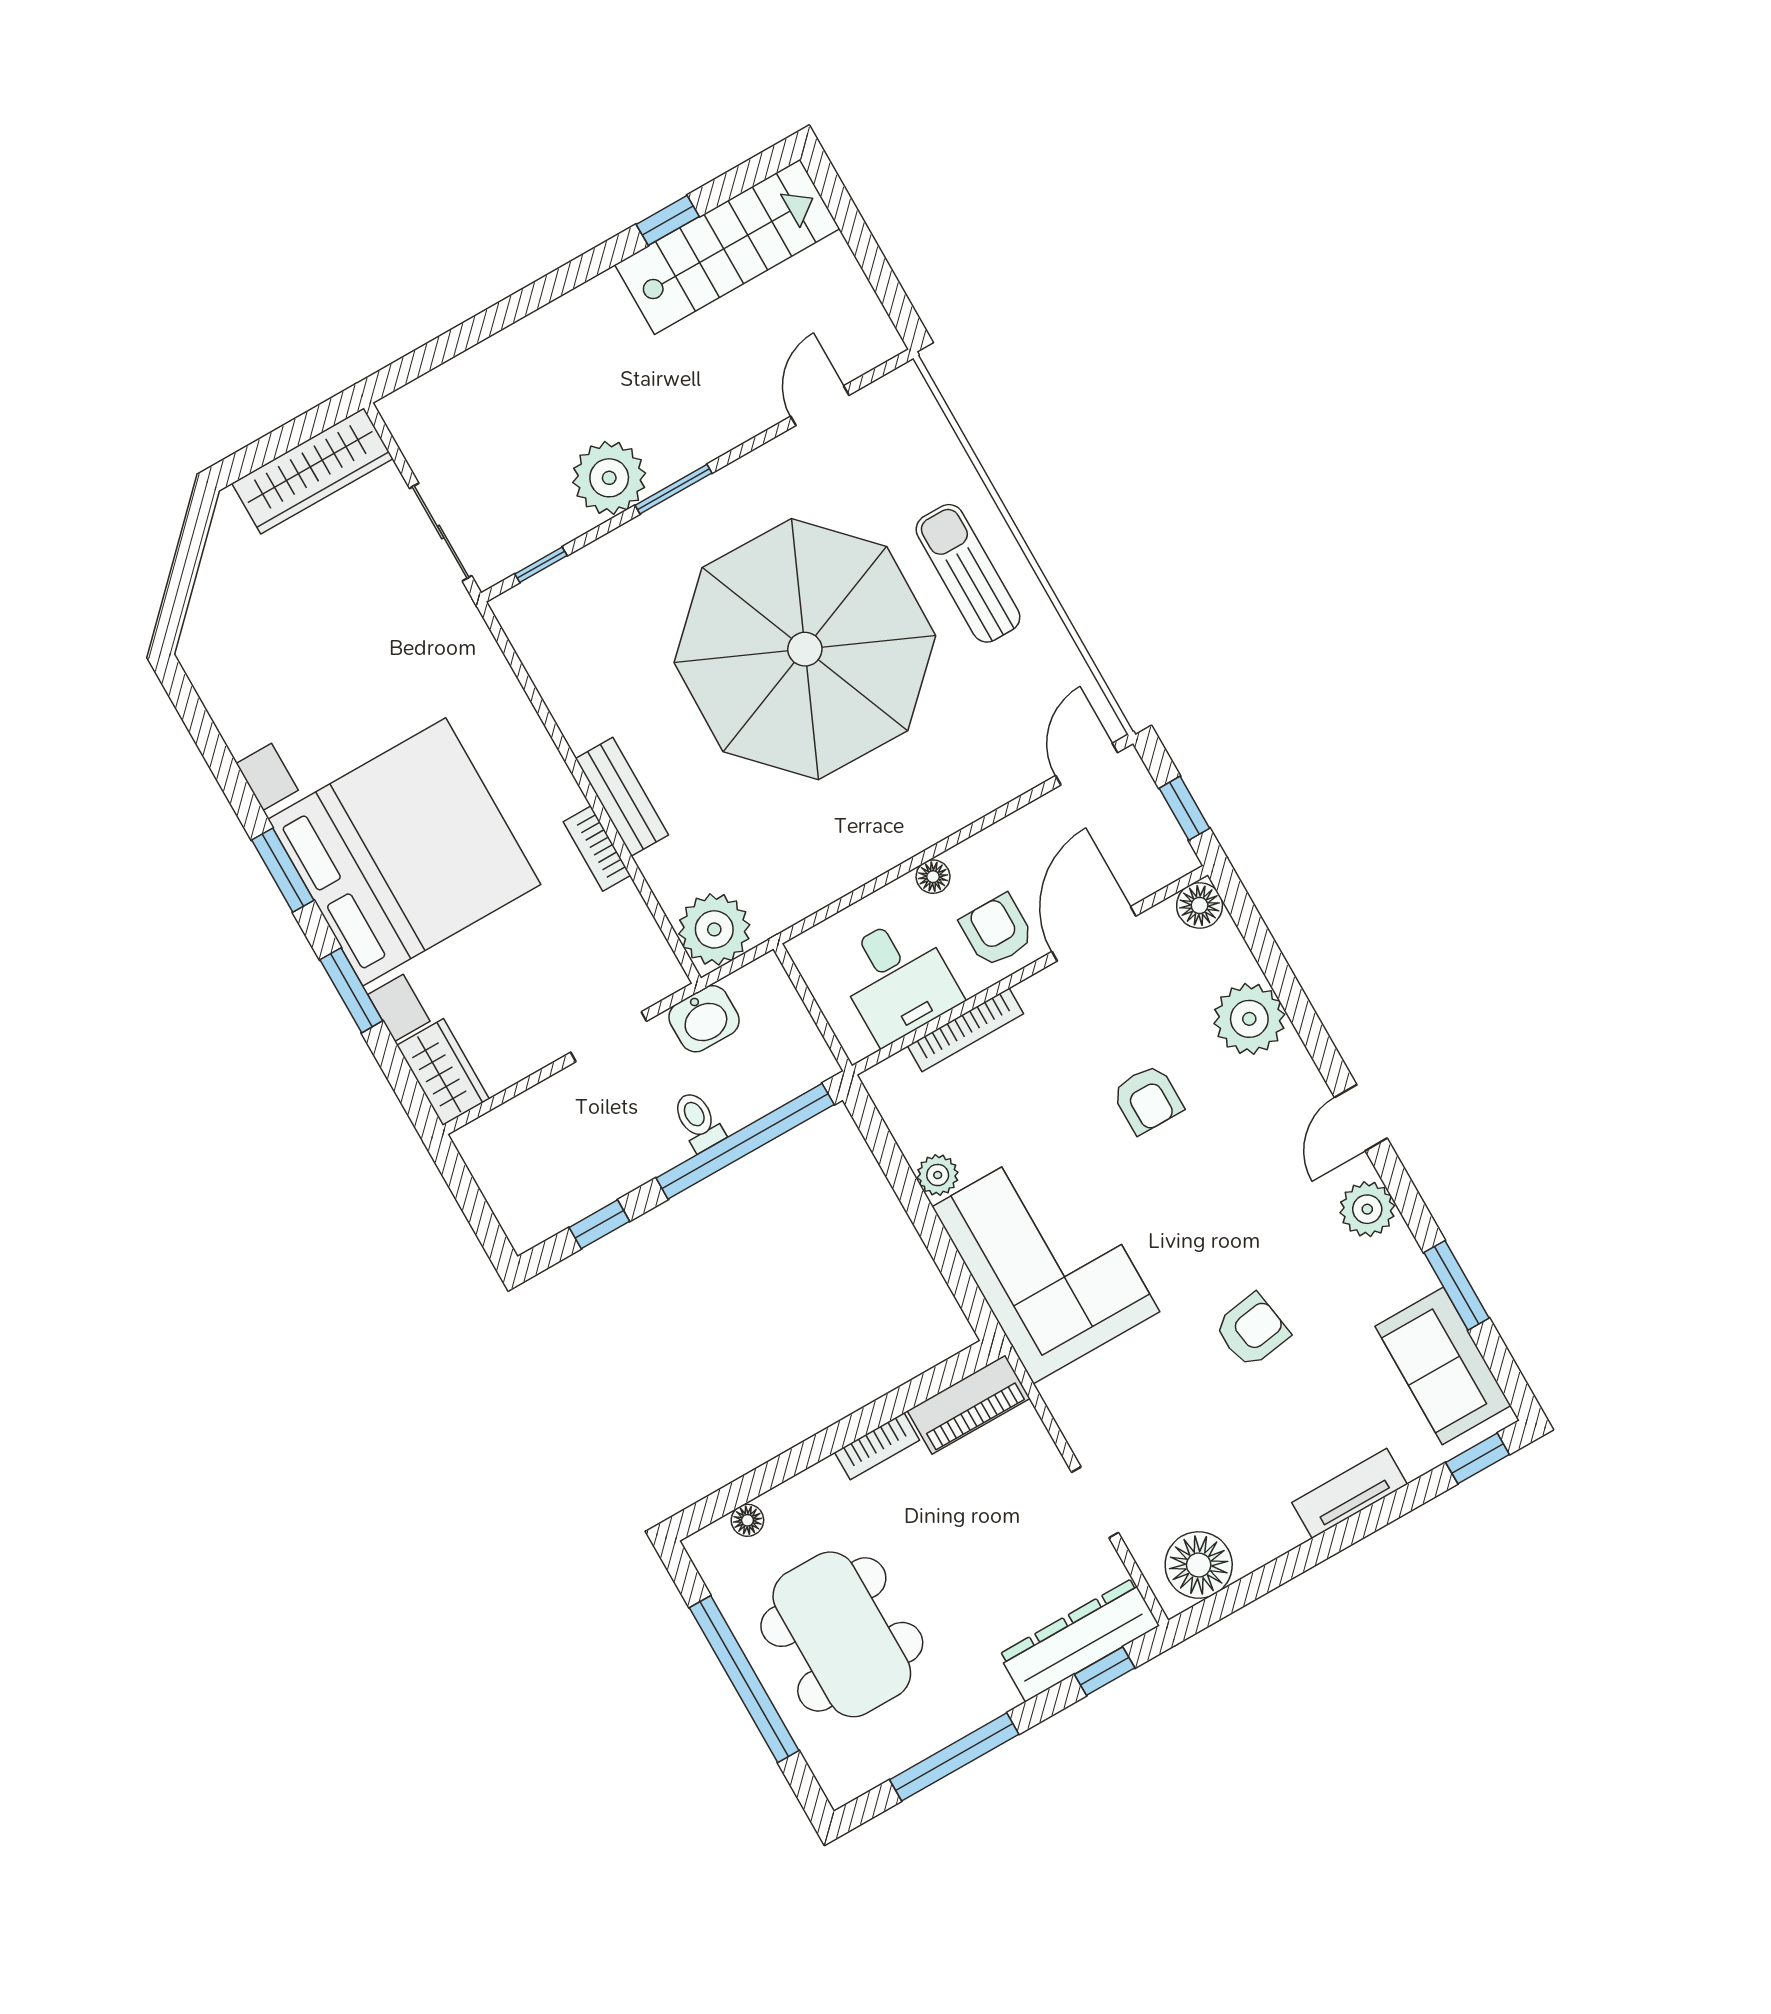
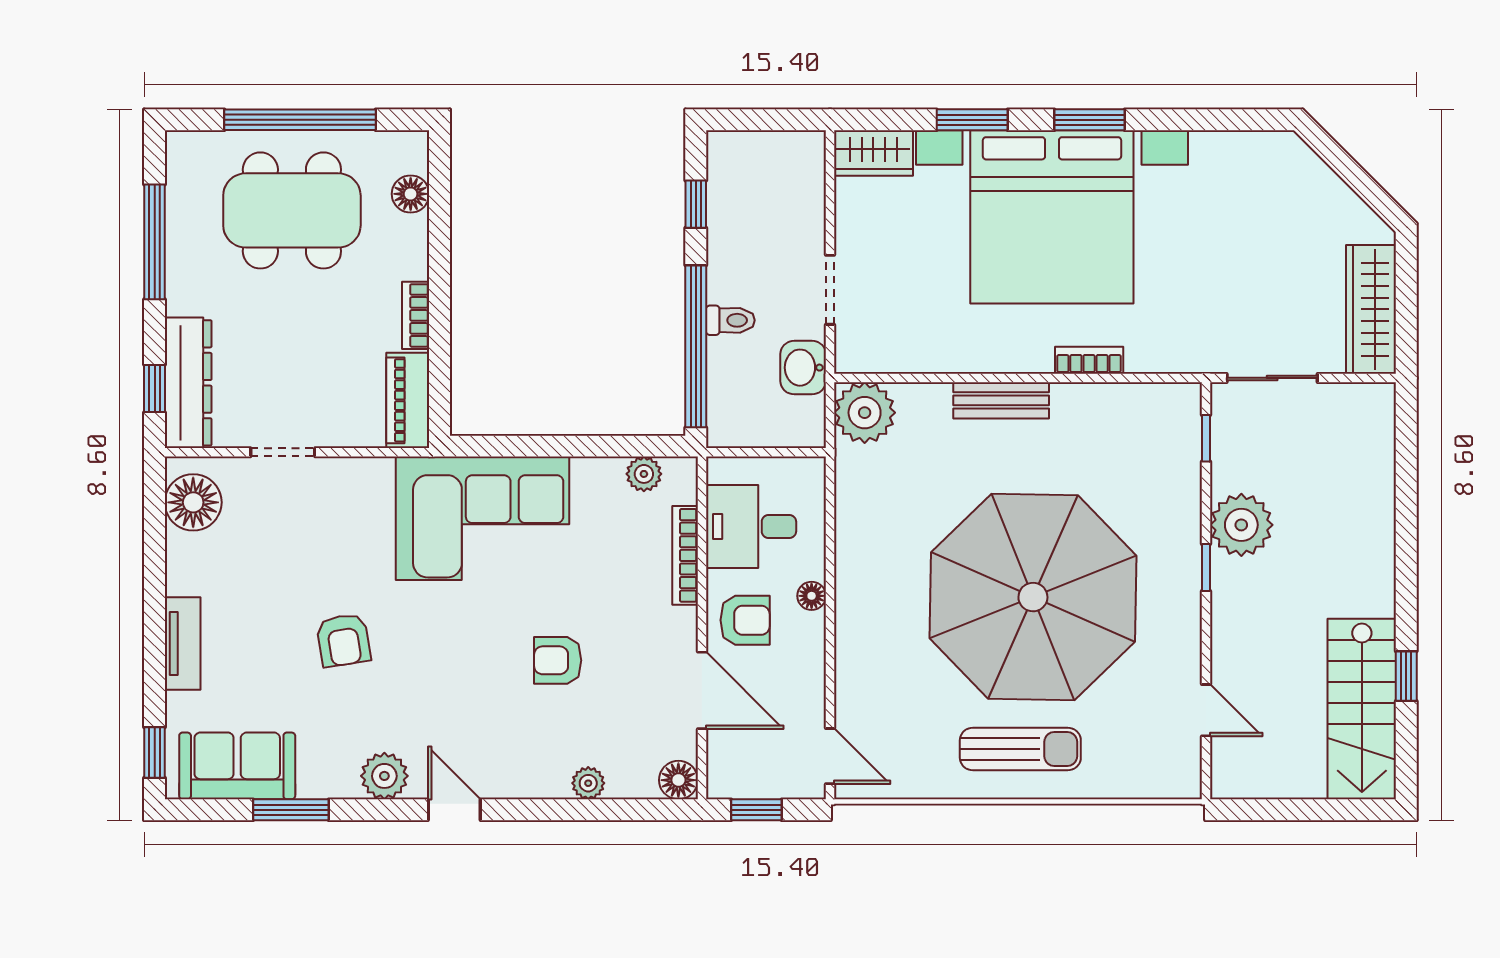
window: (673, 489) -> (1206, 567), width x0.67
bookcase: (597, 849) -> (1089, 360), moved
plant: (1249, 1019) -> (588, 783), width x0.53, depth x0.53
plant: (938, 1175) -> (644, 474), moved
floor lamp: (747, 1520) -> (411, 194), width x1.37, depth x1.37

